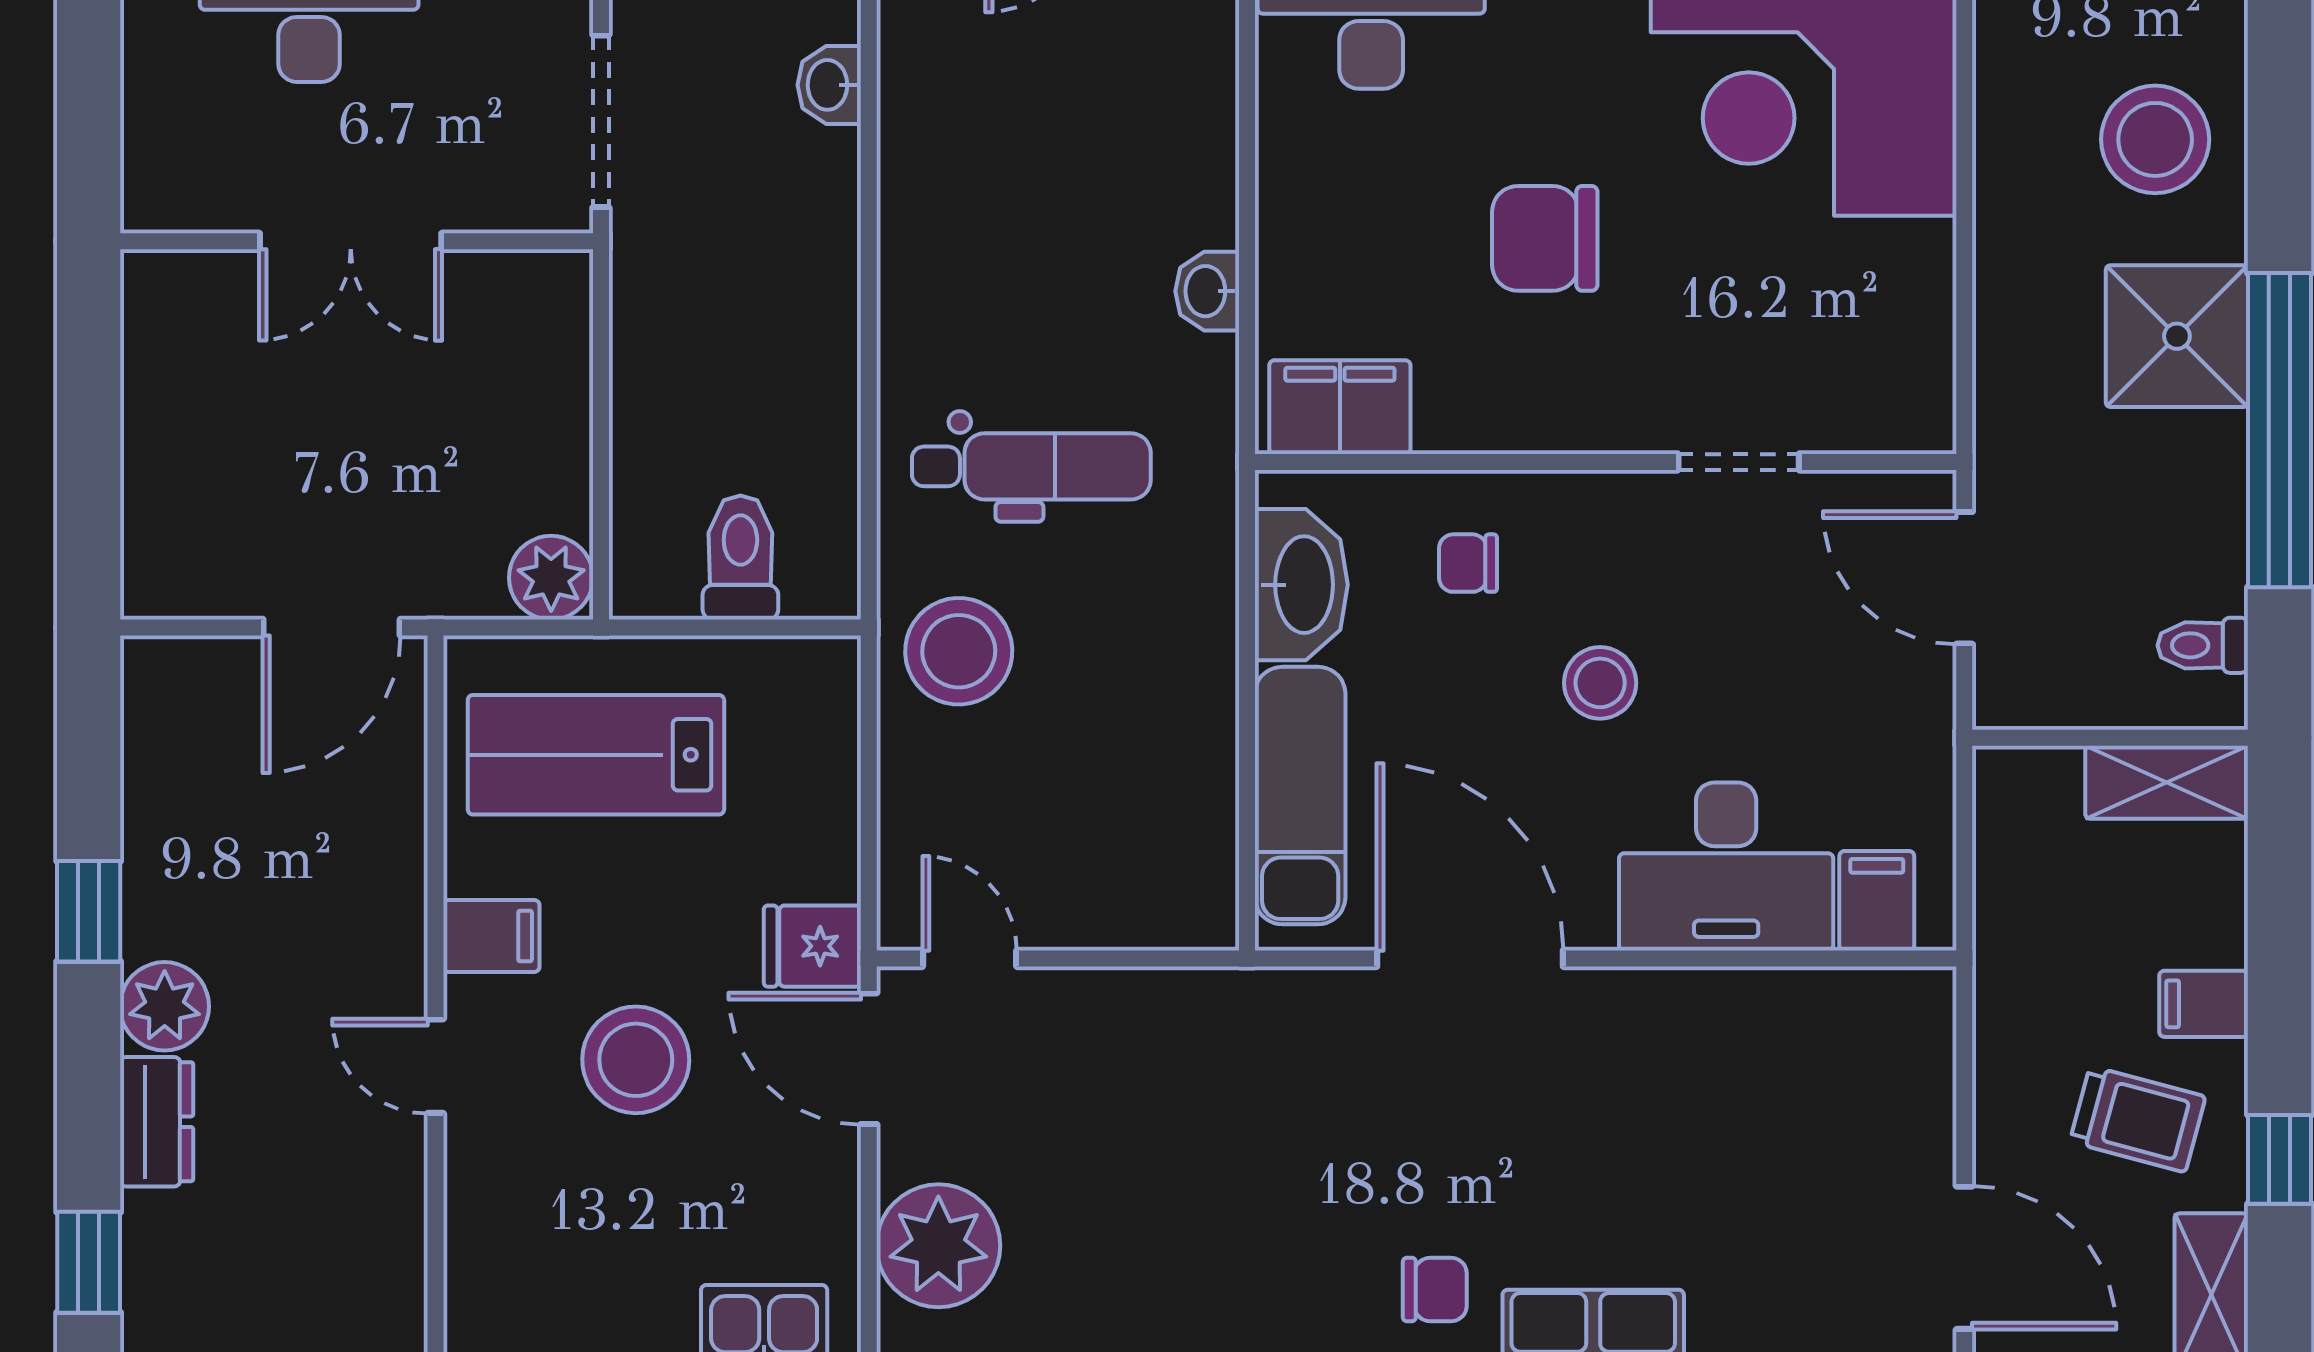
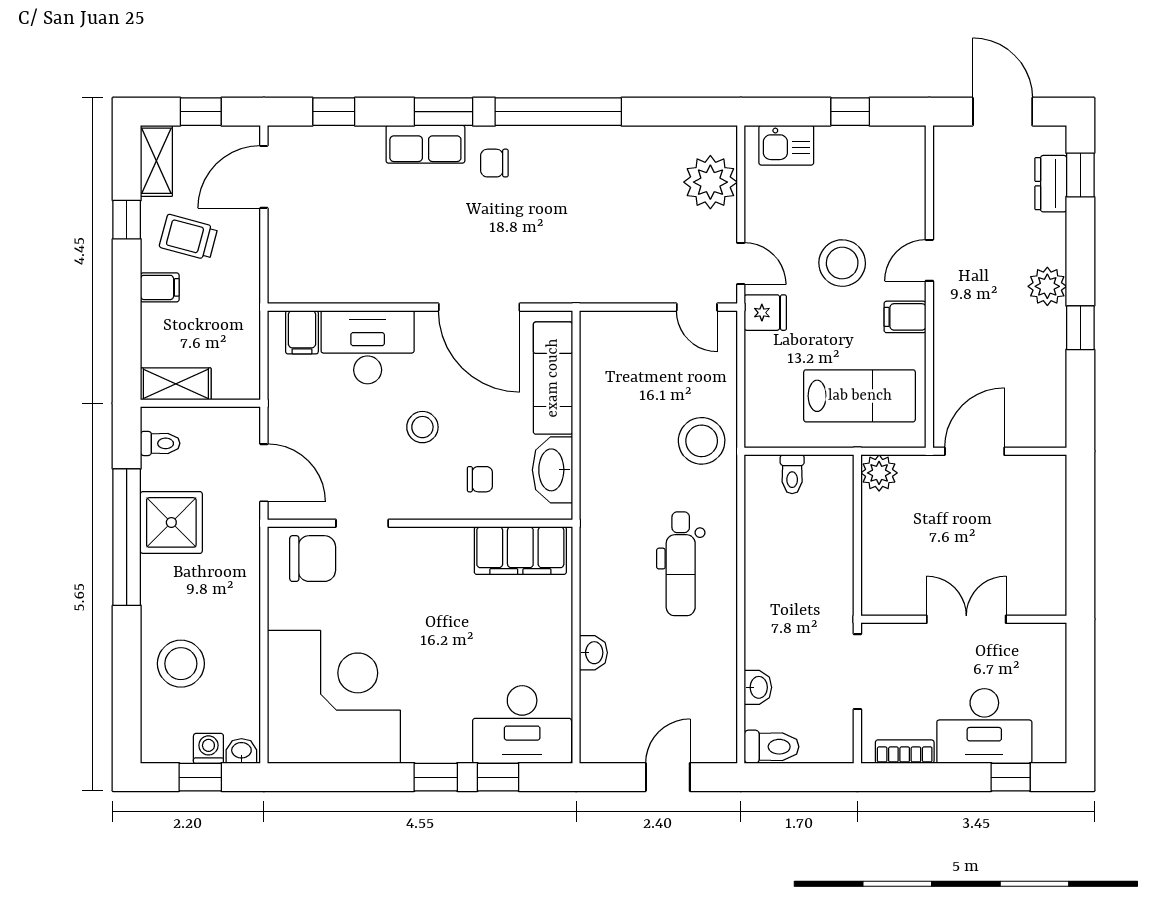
chair: (1545, 238) -> (313, 559), moved
washbasin: (1207, 291) -> (593, 653), moved
shower: (2177, 336) -> (171, 522), moved
filing cabinet: (1340, 407) -> (520, 551), width x1.50, depth x1.17
dental chair: (1031, 466) -> (681, 564), moved, turned -90
toilet: (740, 557) -> (792, 474), width x0.73, depth x0.72
door: (869, 1059) -> (741, 264), width x0.73
door: (435, 1066) -> (929, 260), swing flipped
dresser: (157, 1122) -> (1051, 184), moved
door: (1964, 1258) -> (264, 177), hinge flipped

